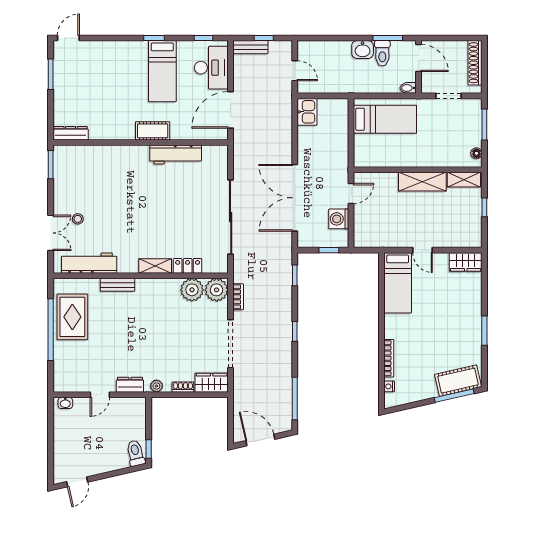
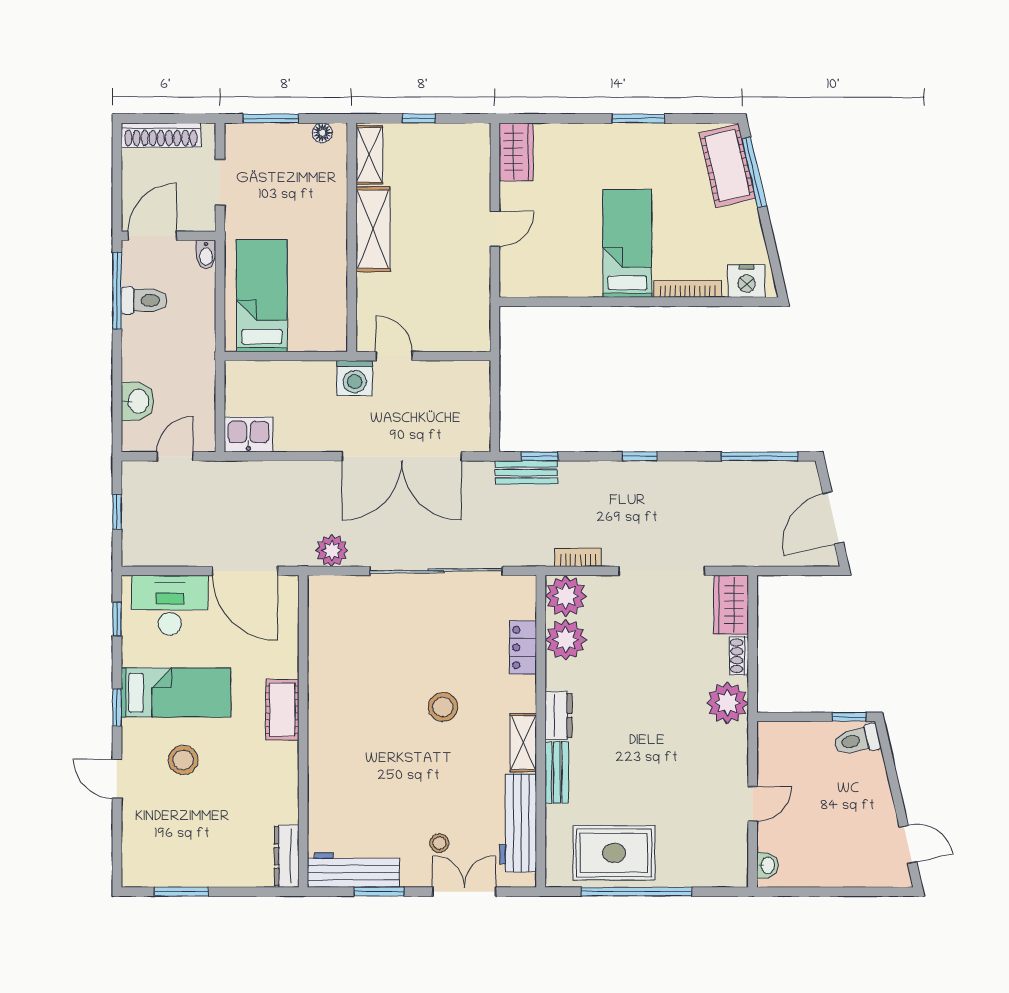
door: (68, 38) -> (117, 779), moved
window: (388, 38) -> (117, 291), width x1.44
bench: (250, 47) -> (526, 473), moved, turned 90
washbasin: (363, 50) -> (137, 401), moved
stool: (124, 75) -> (183, 760), added
workbench: (176, 155) -> (353, 870), moved, turned -90
plant: (242, 159) -> (332, 550), added
window: (51, 165) -> (379, 892), moved
washing machine: (339, 219) -> (355, 378), moved
stool: (154, 221) -> (443, 707), added
window: (329, 250) -> (495, 396), removed
shelving: (155, 266) -> (523, 743), moved
bed: (398, 283) -> (627, 243), moved, turned -90
dresser: (130, 385) -> (559, 715), moved, turned 180
plant: (156, 386) -> (727, 703), width x1.88, depth x1.88
nightstand: (389, 386) -> (746, 281), width x1.89, depth x1.79
door: (100, 395) -> (753, 804), hinge flipped

